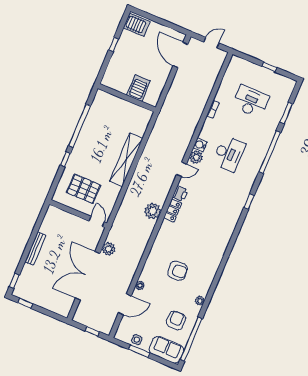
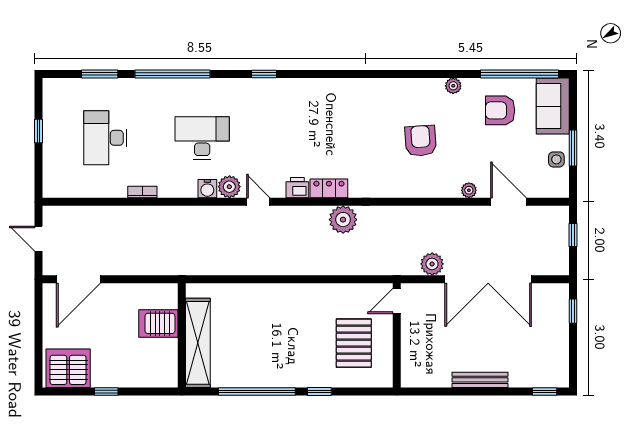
server rack: (137, 25) -> (68, 368), width x1.60
shelving: (126, 160) -> (198, 343), moved, turned 90
window: (25, 303) -> (573, 311), moved

